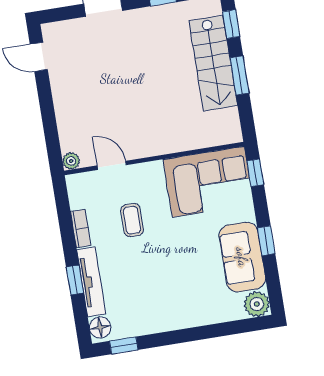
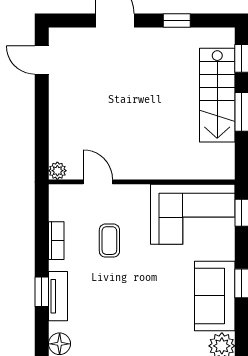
tv unit: (91, 282) -> (58, 296), width x0.71

